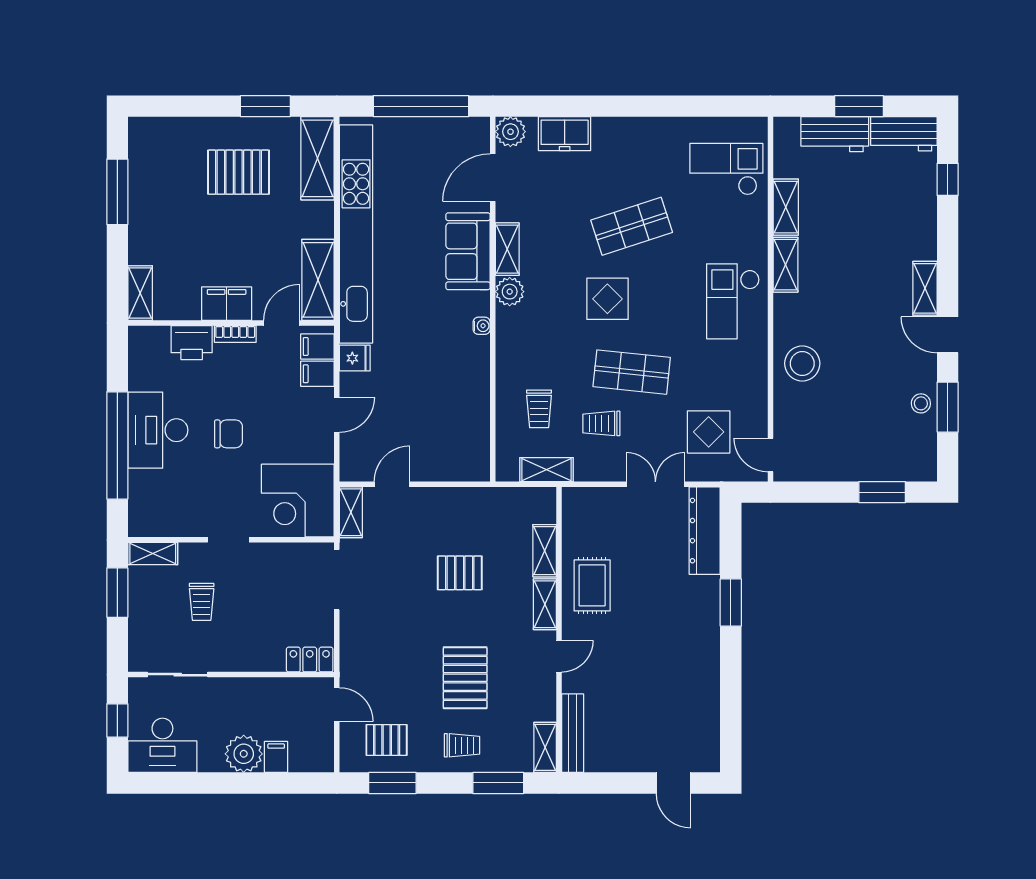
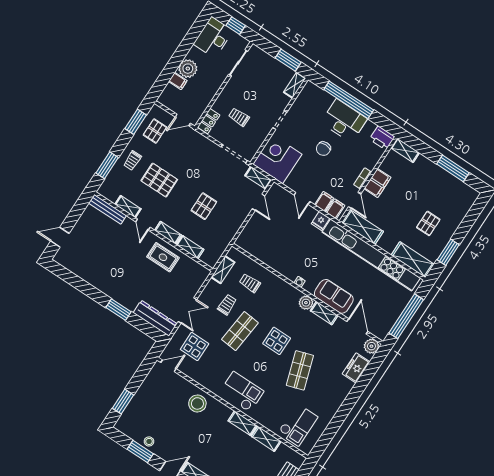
pallet: (238, 172) -> (428, 223), width x0.67, depth x0.71
printer: (192, 343) -> (382, 138), moved, turned -90
trolley: (202, 602) -> (239, 117), moved
shelving: (545, 747) -> (128, 207), moved

